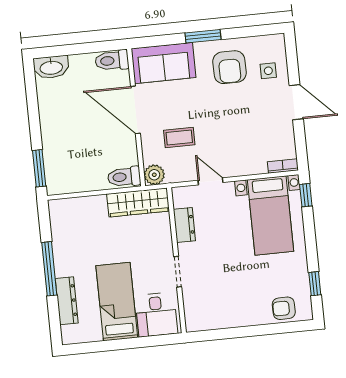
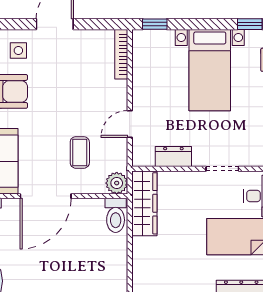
bookcase: (283, 166) -> (121, 54), width x1.56
bed with nightstands: (271, 215) -> (210, 70), moved, turned 90

